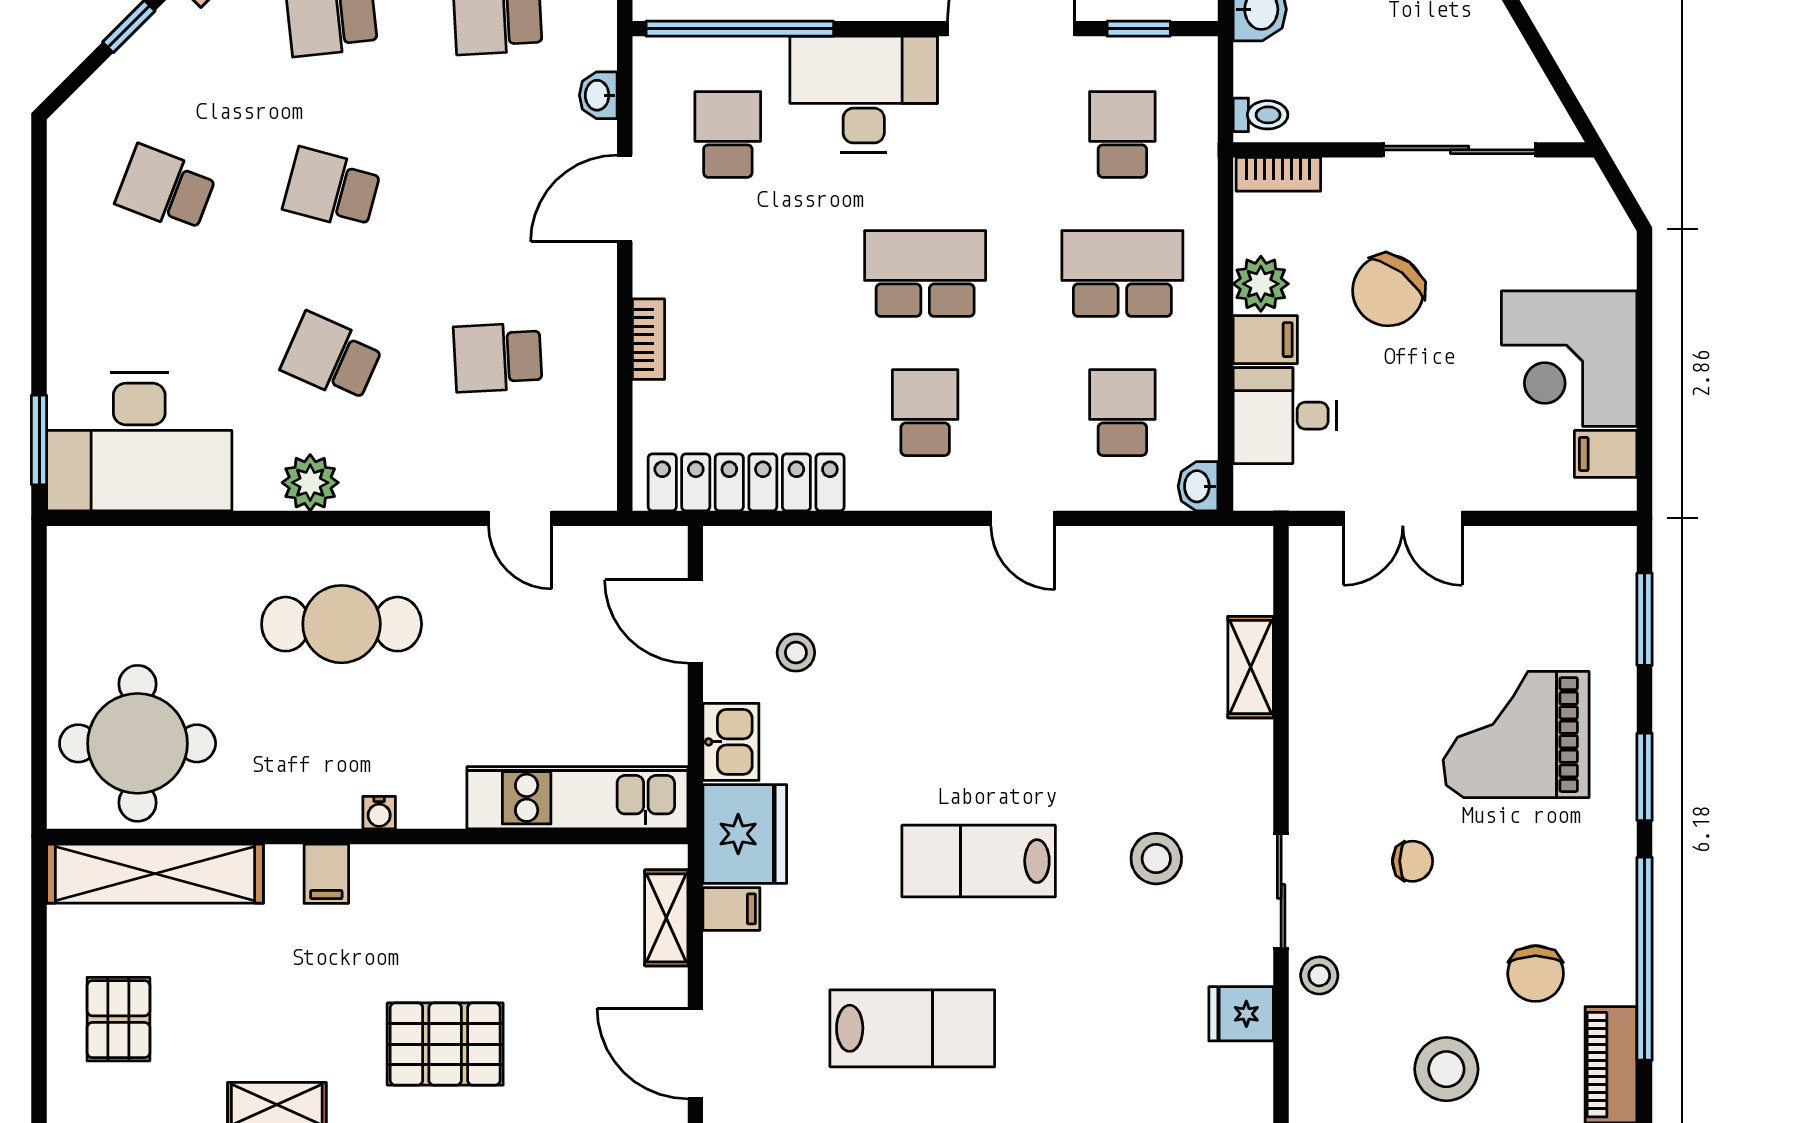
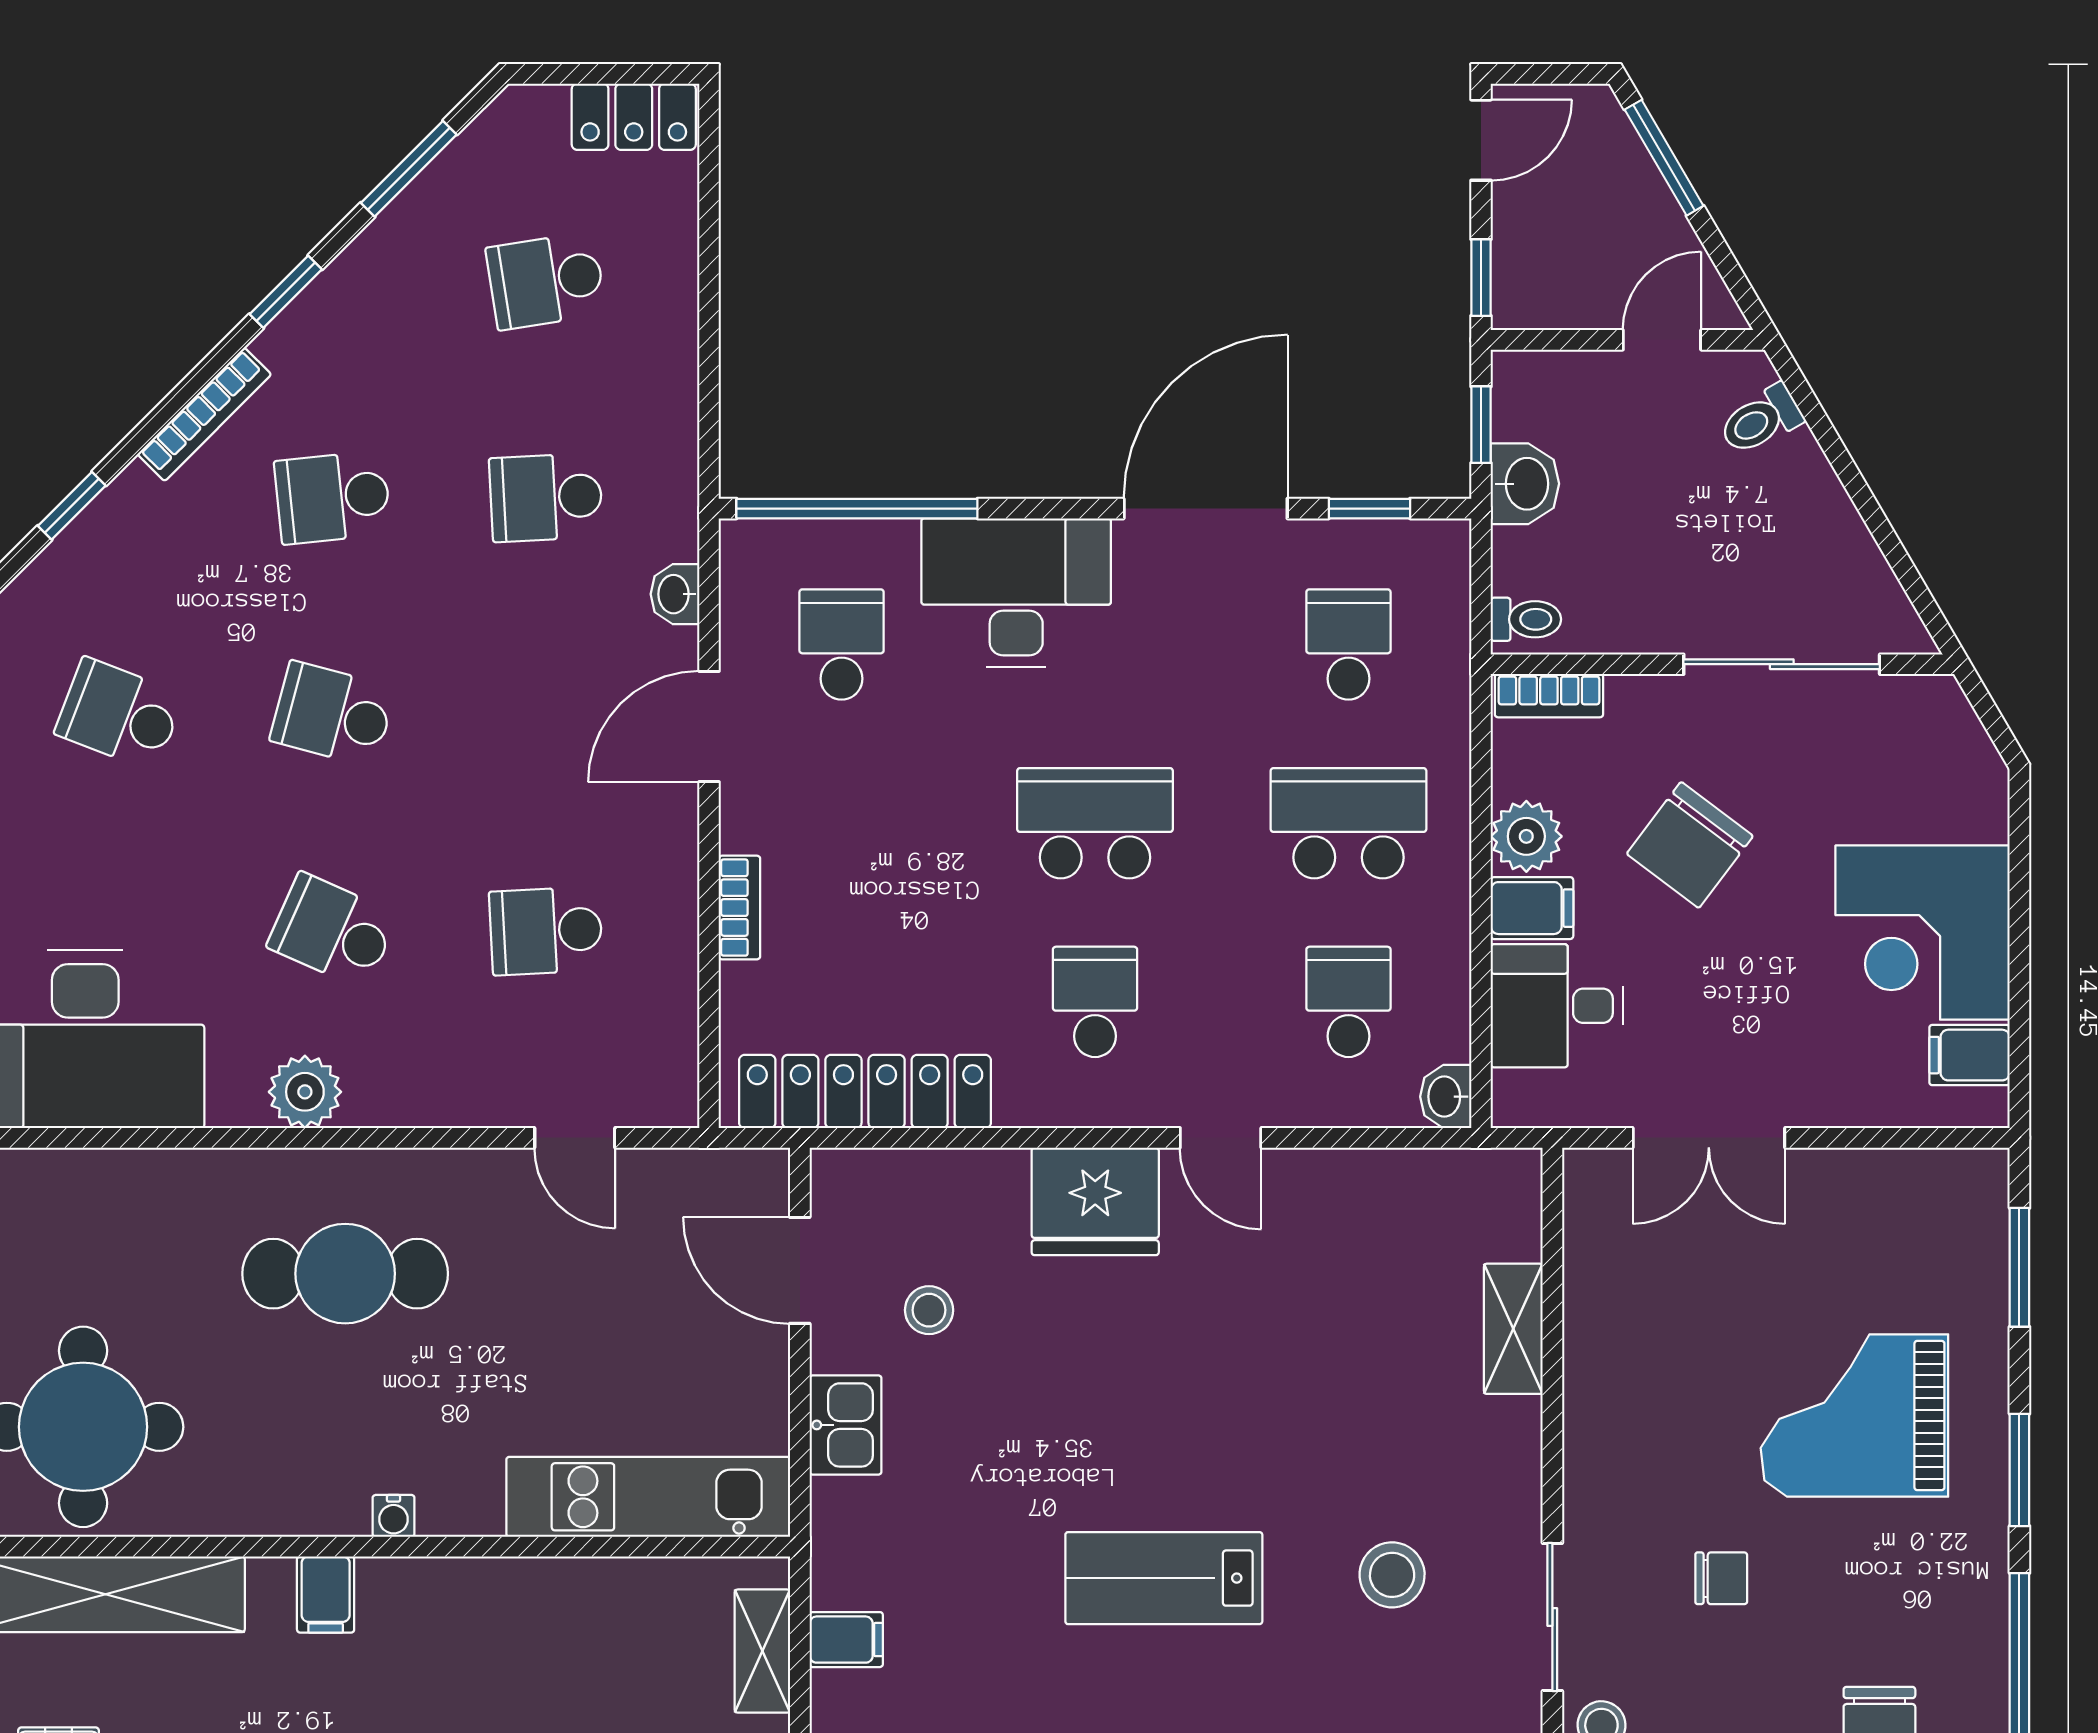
fridge: (745, 834) -> (1095, 1201), moved, turned 90

